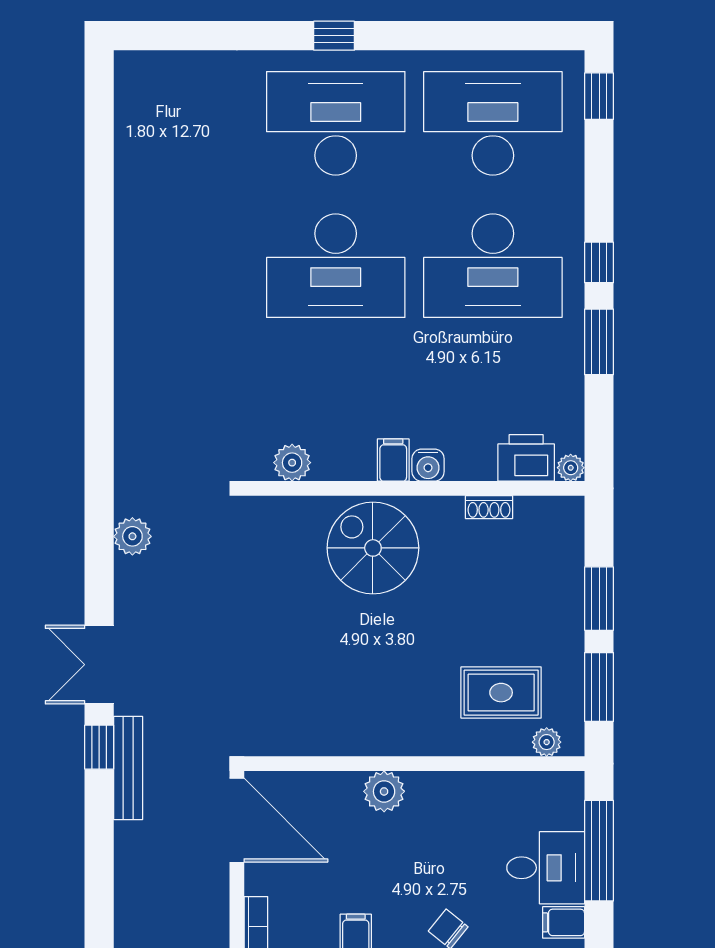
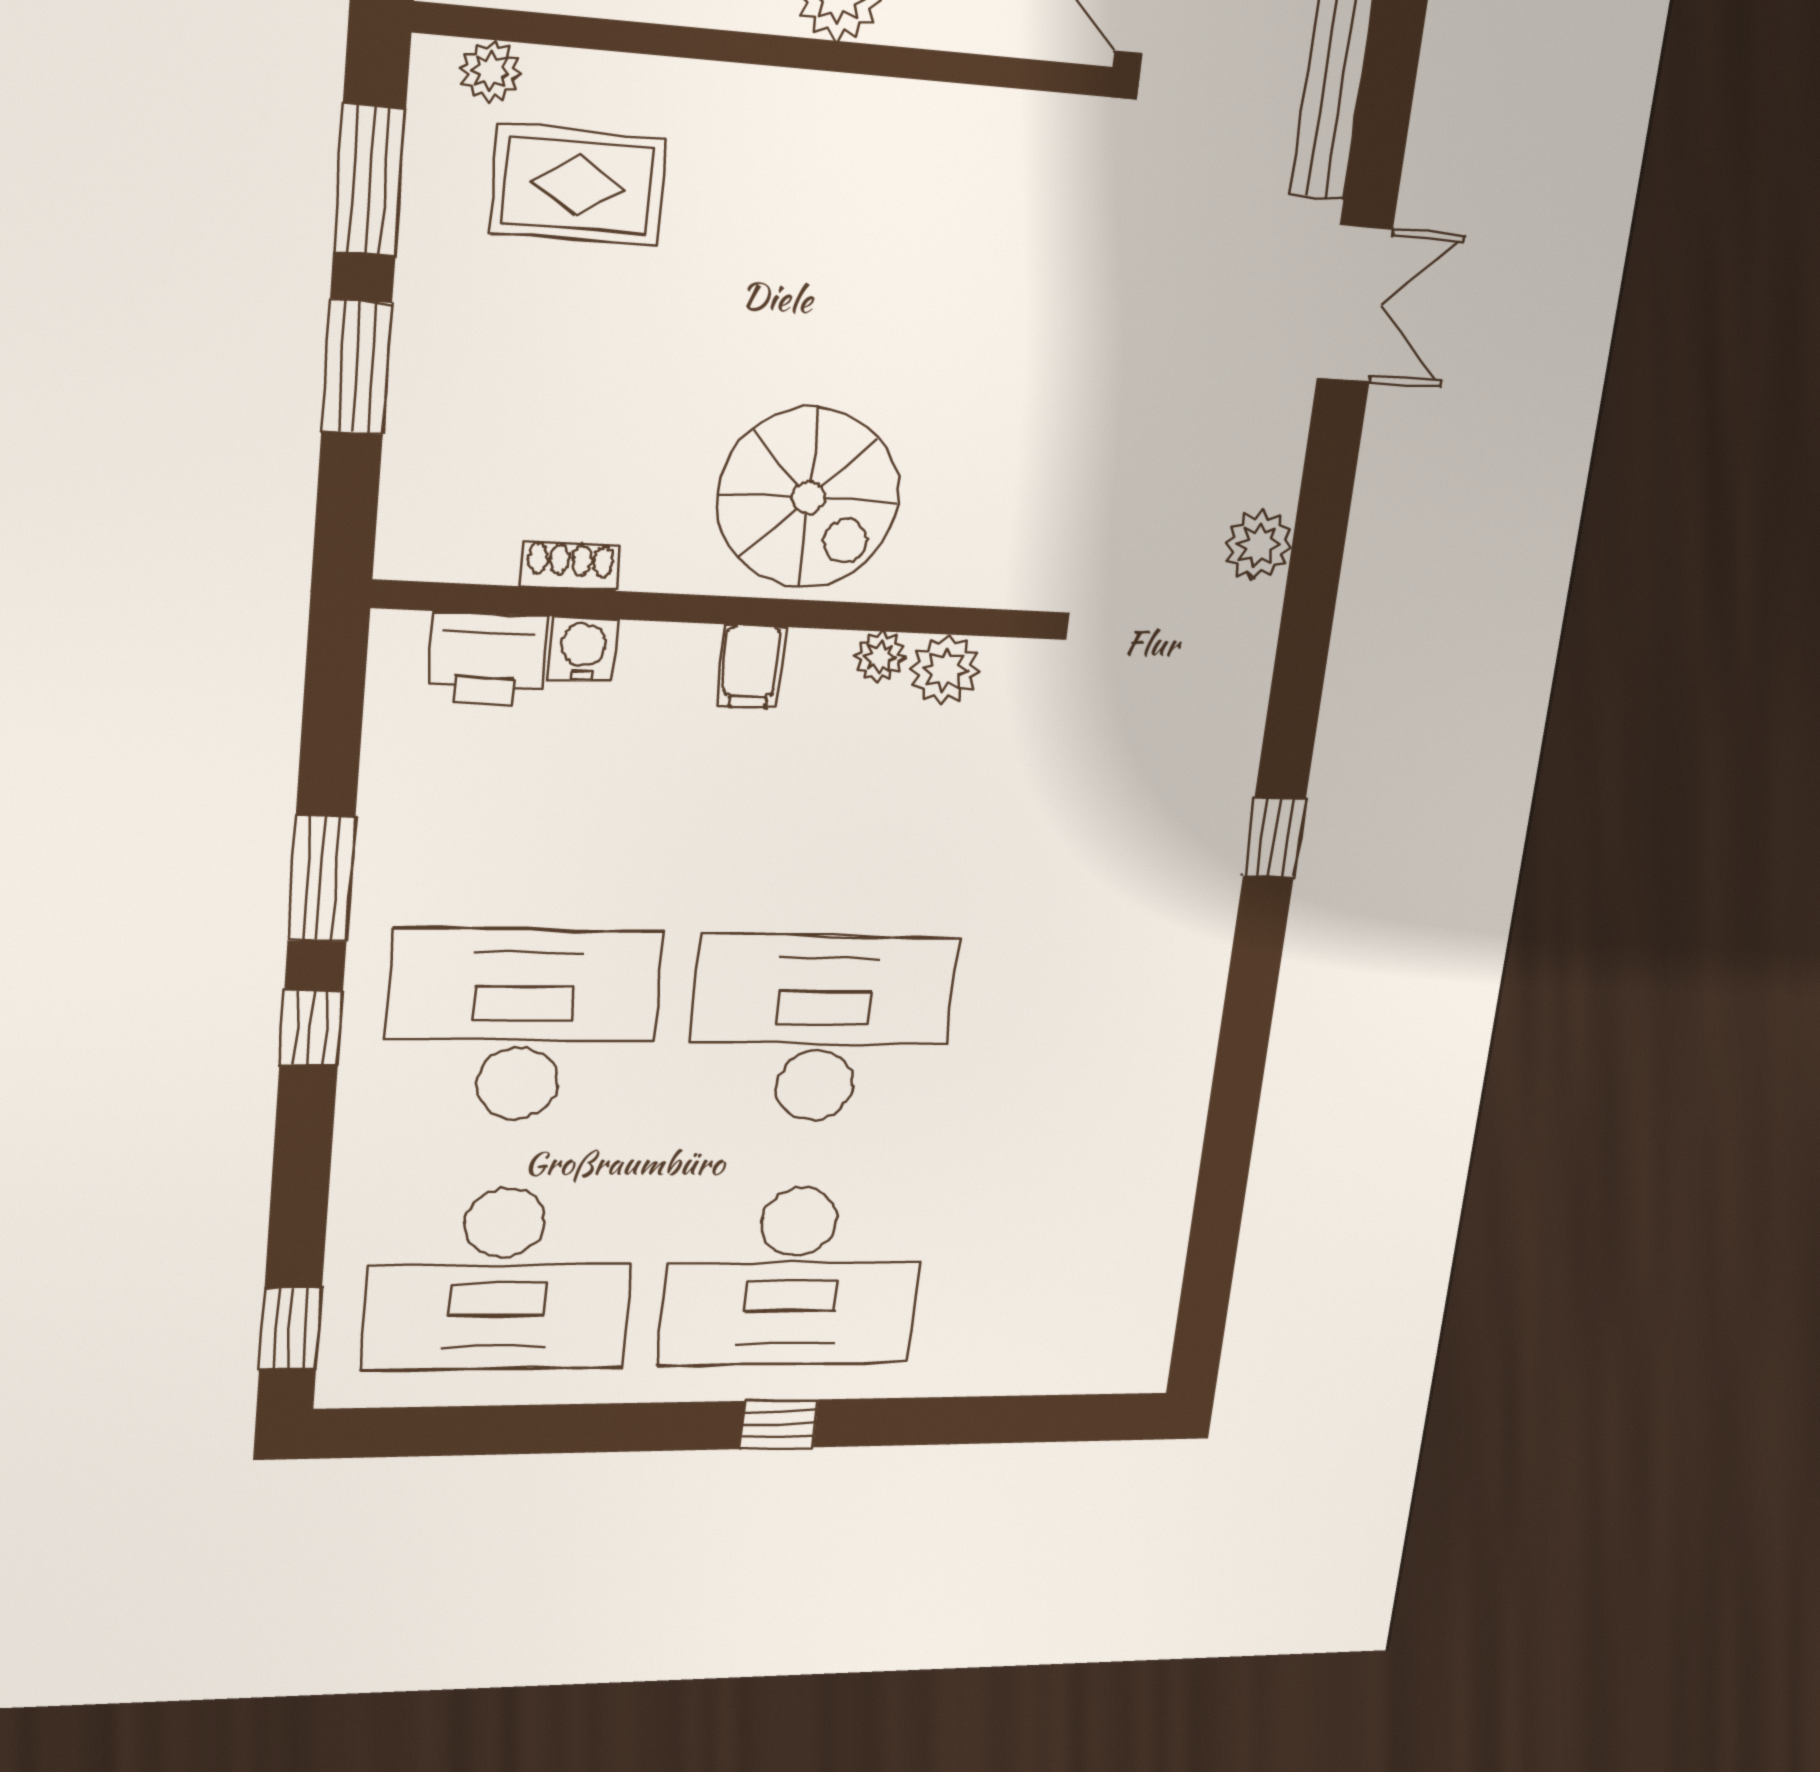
water cooler: (428, 465) -> (583, 649), moved
plant: (571, 468) -> (880, 657), moved
window: (99, 747) -> (1274, 837), moved

